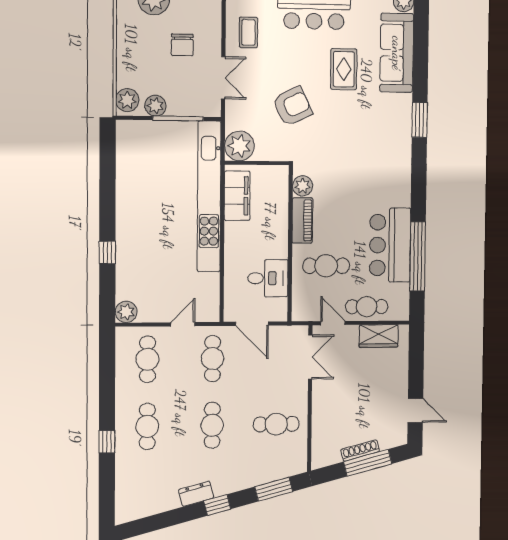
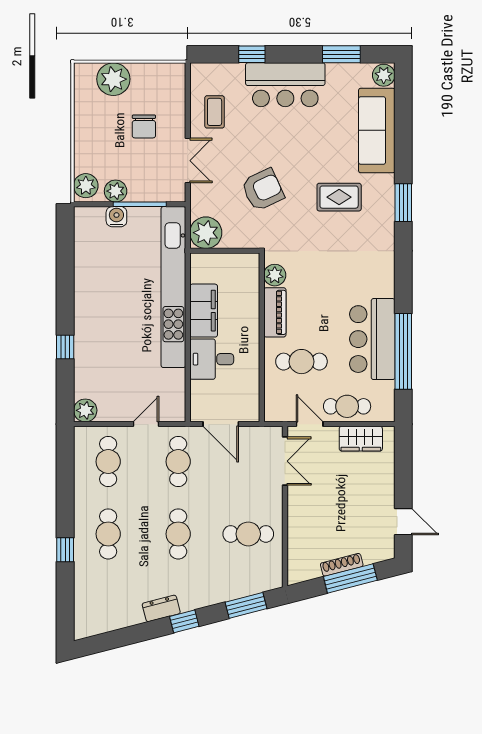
rug: (344, 69) -> (339, 197), moved, turned 90
water cooler: (156, 130) -> (116, 217), added
filing cabinet: (237, 196) -> (204, 311), moved
desk: (268, 278) -> (212, 359), moved, turned 180

